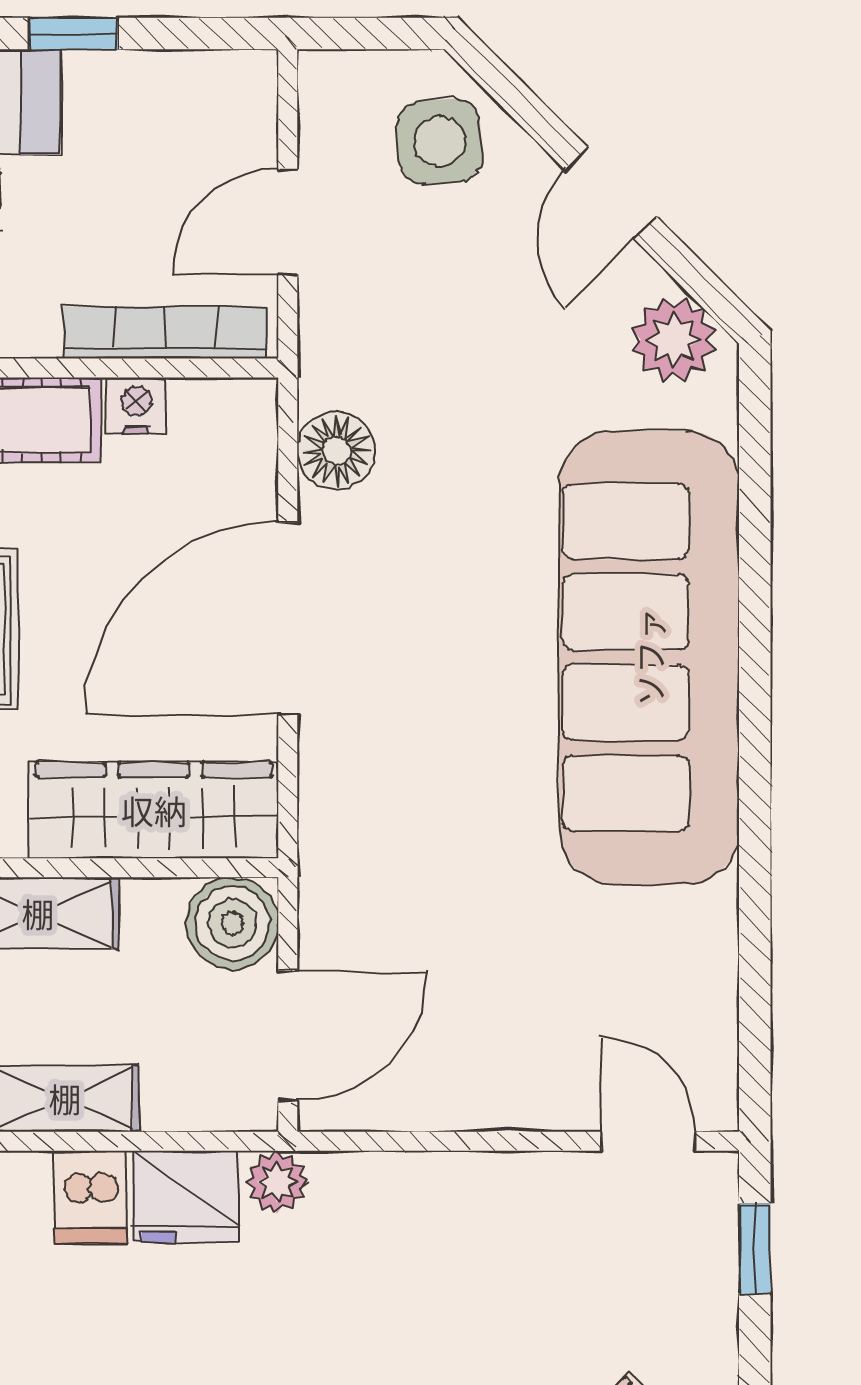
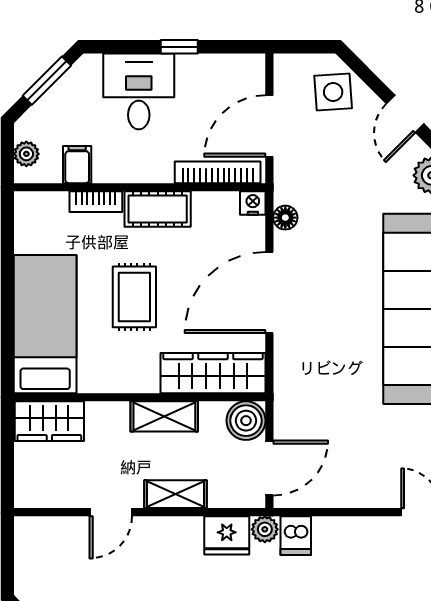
door: (288, 222) -> (269, 126), width x1.38
nightstand: (136, 406) -> (253, 203), moved
floor lamp: (336, 451) -> (285, 218), width x0.73, depth x0.73
dishwasher: (91, 1197) -> (296, 536), moved

